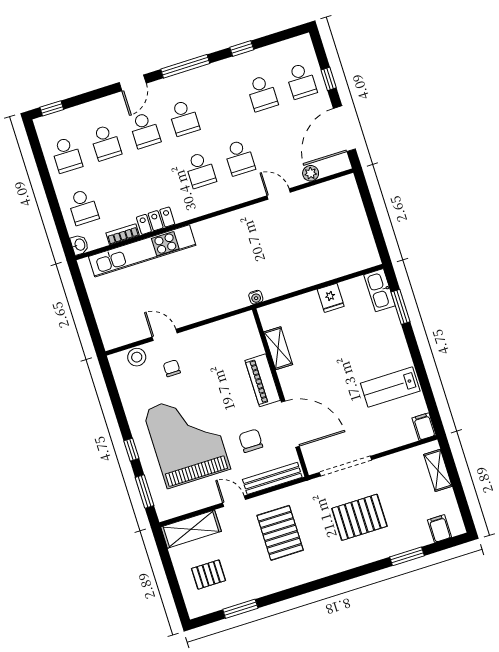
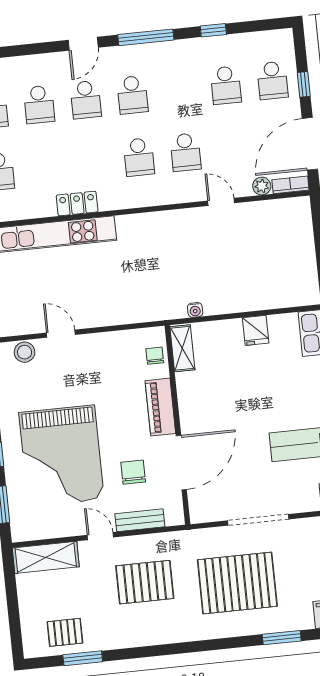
bookcase: (123, 234) -> (290, 185), moved
water cooler: (256, 297) -> (195, 310), moved
shelving: (278, 348) -> (182, 348), moved
chair: (172, 368) -> (155, 356), moved
door: (290, 424) -> (181, 463), hinge flipped
grand piano: (187, 439) -> (61, 456), turned 180
doorway: (345, 466) -> (258, 520), moved
bench: (272, 478) -> (140, 520), width x0.73
pallet: (359, 517) -> (237, 583), width x1.37, depth x1.41
pallet: (280, 533) -> (145, 582), turned 90
pallet: (208, 575) -> (65, 632), moved

